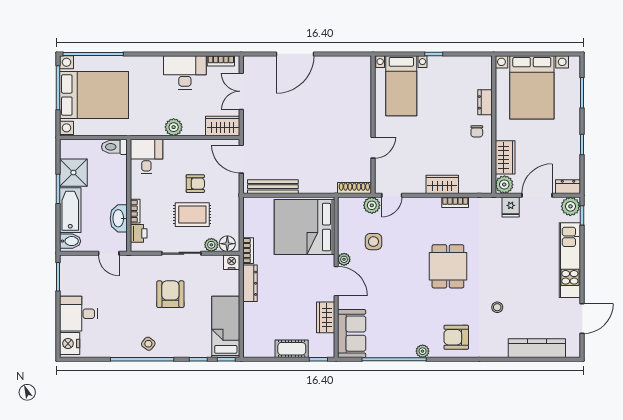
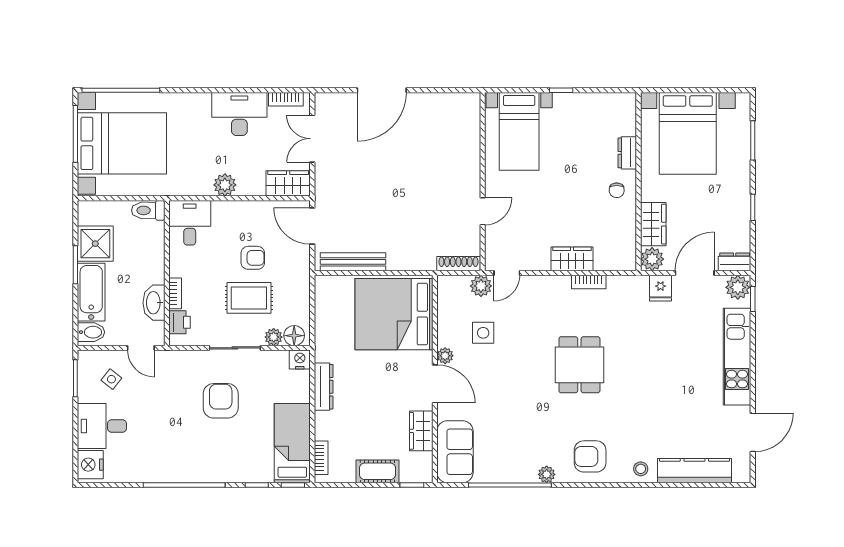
bookcase: (248, 251) -> (321, 458), moved
stool: (497, 307) -> (641, 469), moved
side table: (148, 344) -> (111, 379), moved

